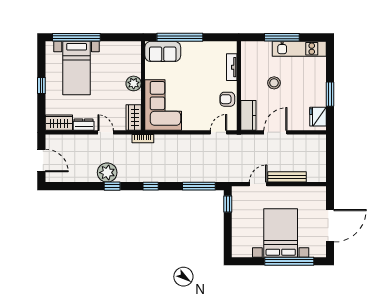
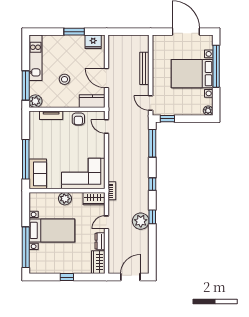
window: (282, 37) -> (26, 86), moved
plant: (248, 49) -> (35, 101), added
bed with nightstands: (77, 68) -> (52, 230), moved
door: (258, 184) -> (151, 103), moved
plant: (237, 252) -> (208, 111), added

